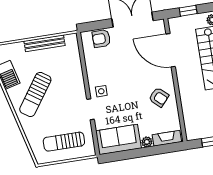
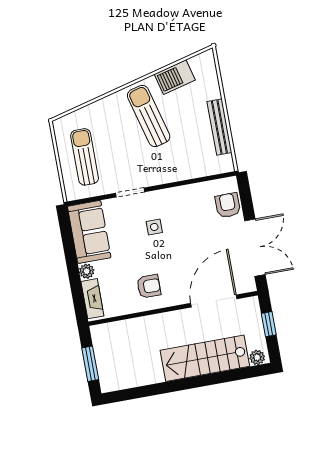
side table: (101, 91) -> (154, 227), moved
sun lounger: (35, 94) -> (149, 116), turned 40
armchair: (159, 97) -> (149, 286), turned -132

